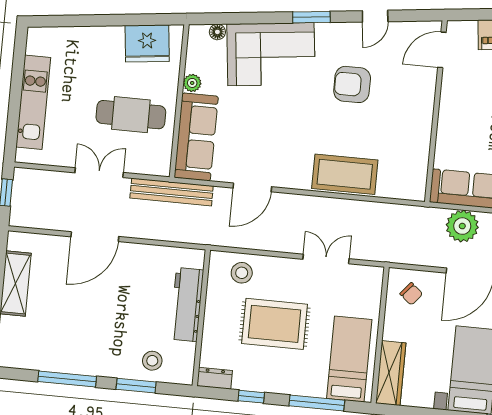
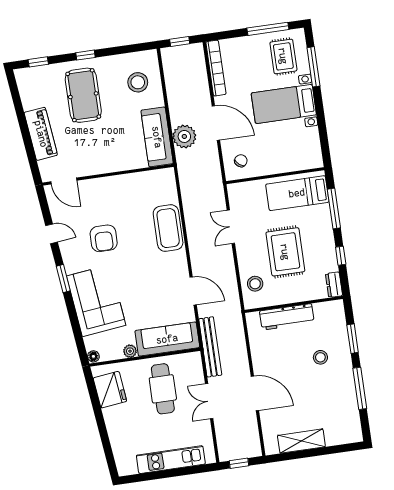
floor lamp: (217, 32) -> (93, 356), moved
stool: (152, 361) -> (320, 357), moved
wardrobe: (391, 373) -> (300, 162), removed

